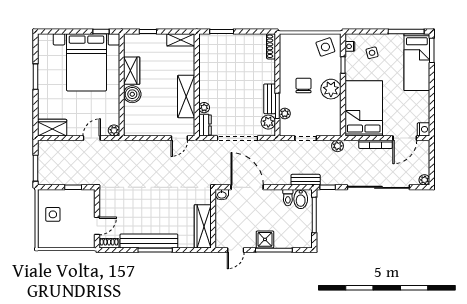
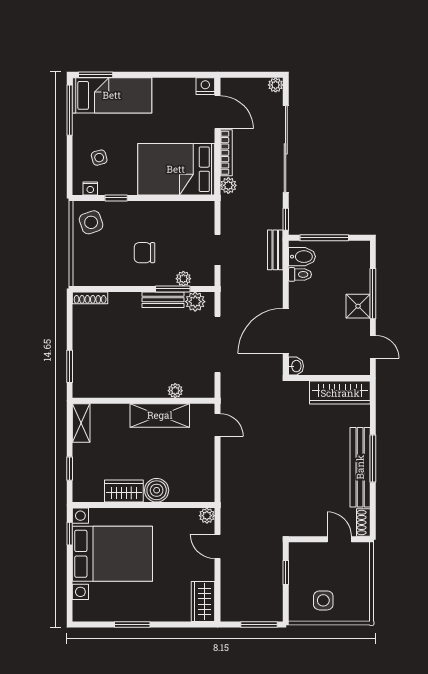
plant: (331, 89) -> (149, 215), removed
dresser: (205, 125) -> (199, 389), removed
plant: (338, 146) -> (228, 185), moved

